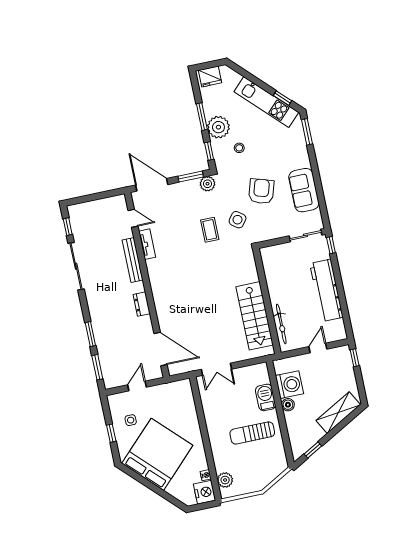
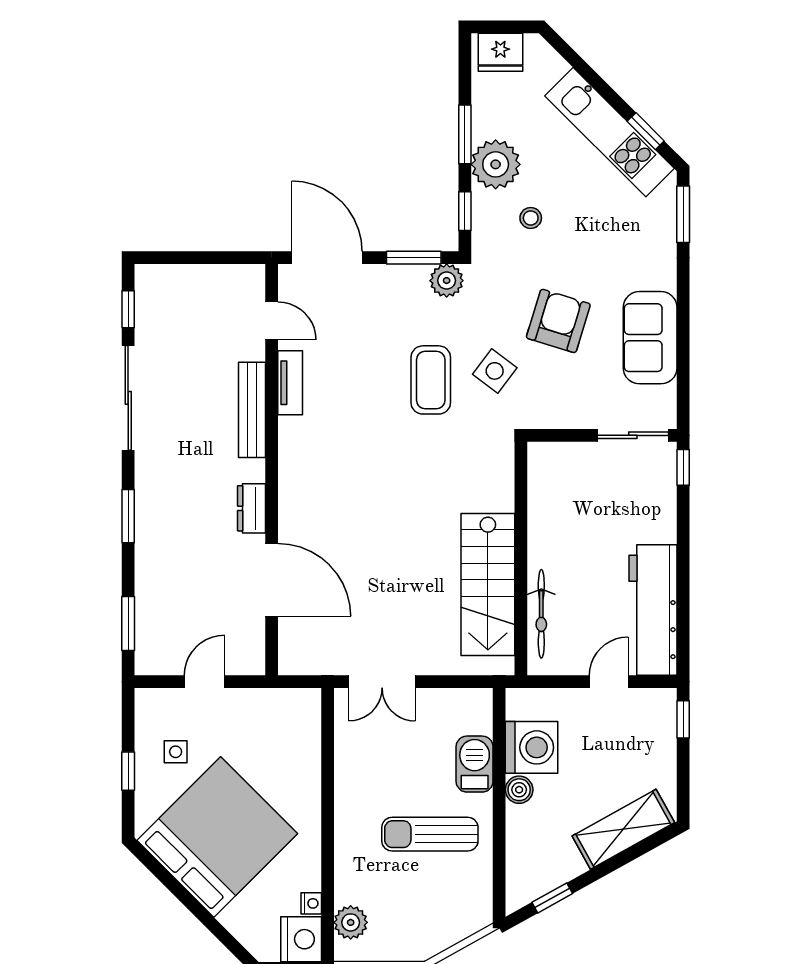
coffee table: (210, 230) -> (431, 380), width x1.36, depth x1.30
workbench: (326, 290) -> (653, 610), moved
window: (90, 334) -> (128, 516), moved
door: (161, 349) -> (272, 580), moved

